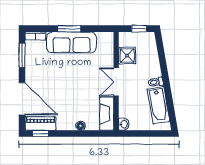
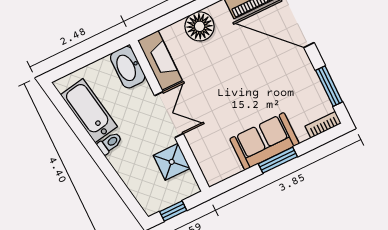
sofa: (71, 42) -> (264, 141), width x0.73
washbasin: (124, 124) -> (128, 67), width x1.91, depth x1.45
floor lamp: (81, 126) -> (200, 26), width x1.89, depth x1.89

